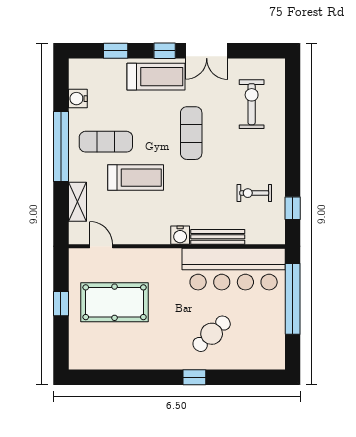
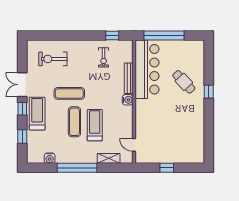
double door: (207, 51) -> (22, 85), swing flipped
exercise mat: (106, 142) -> (74, 122), moved
door: (101, 246) -> (134, 145), hinge flipped
pool table: (115, 302) -> (166, 137), removed

